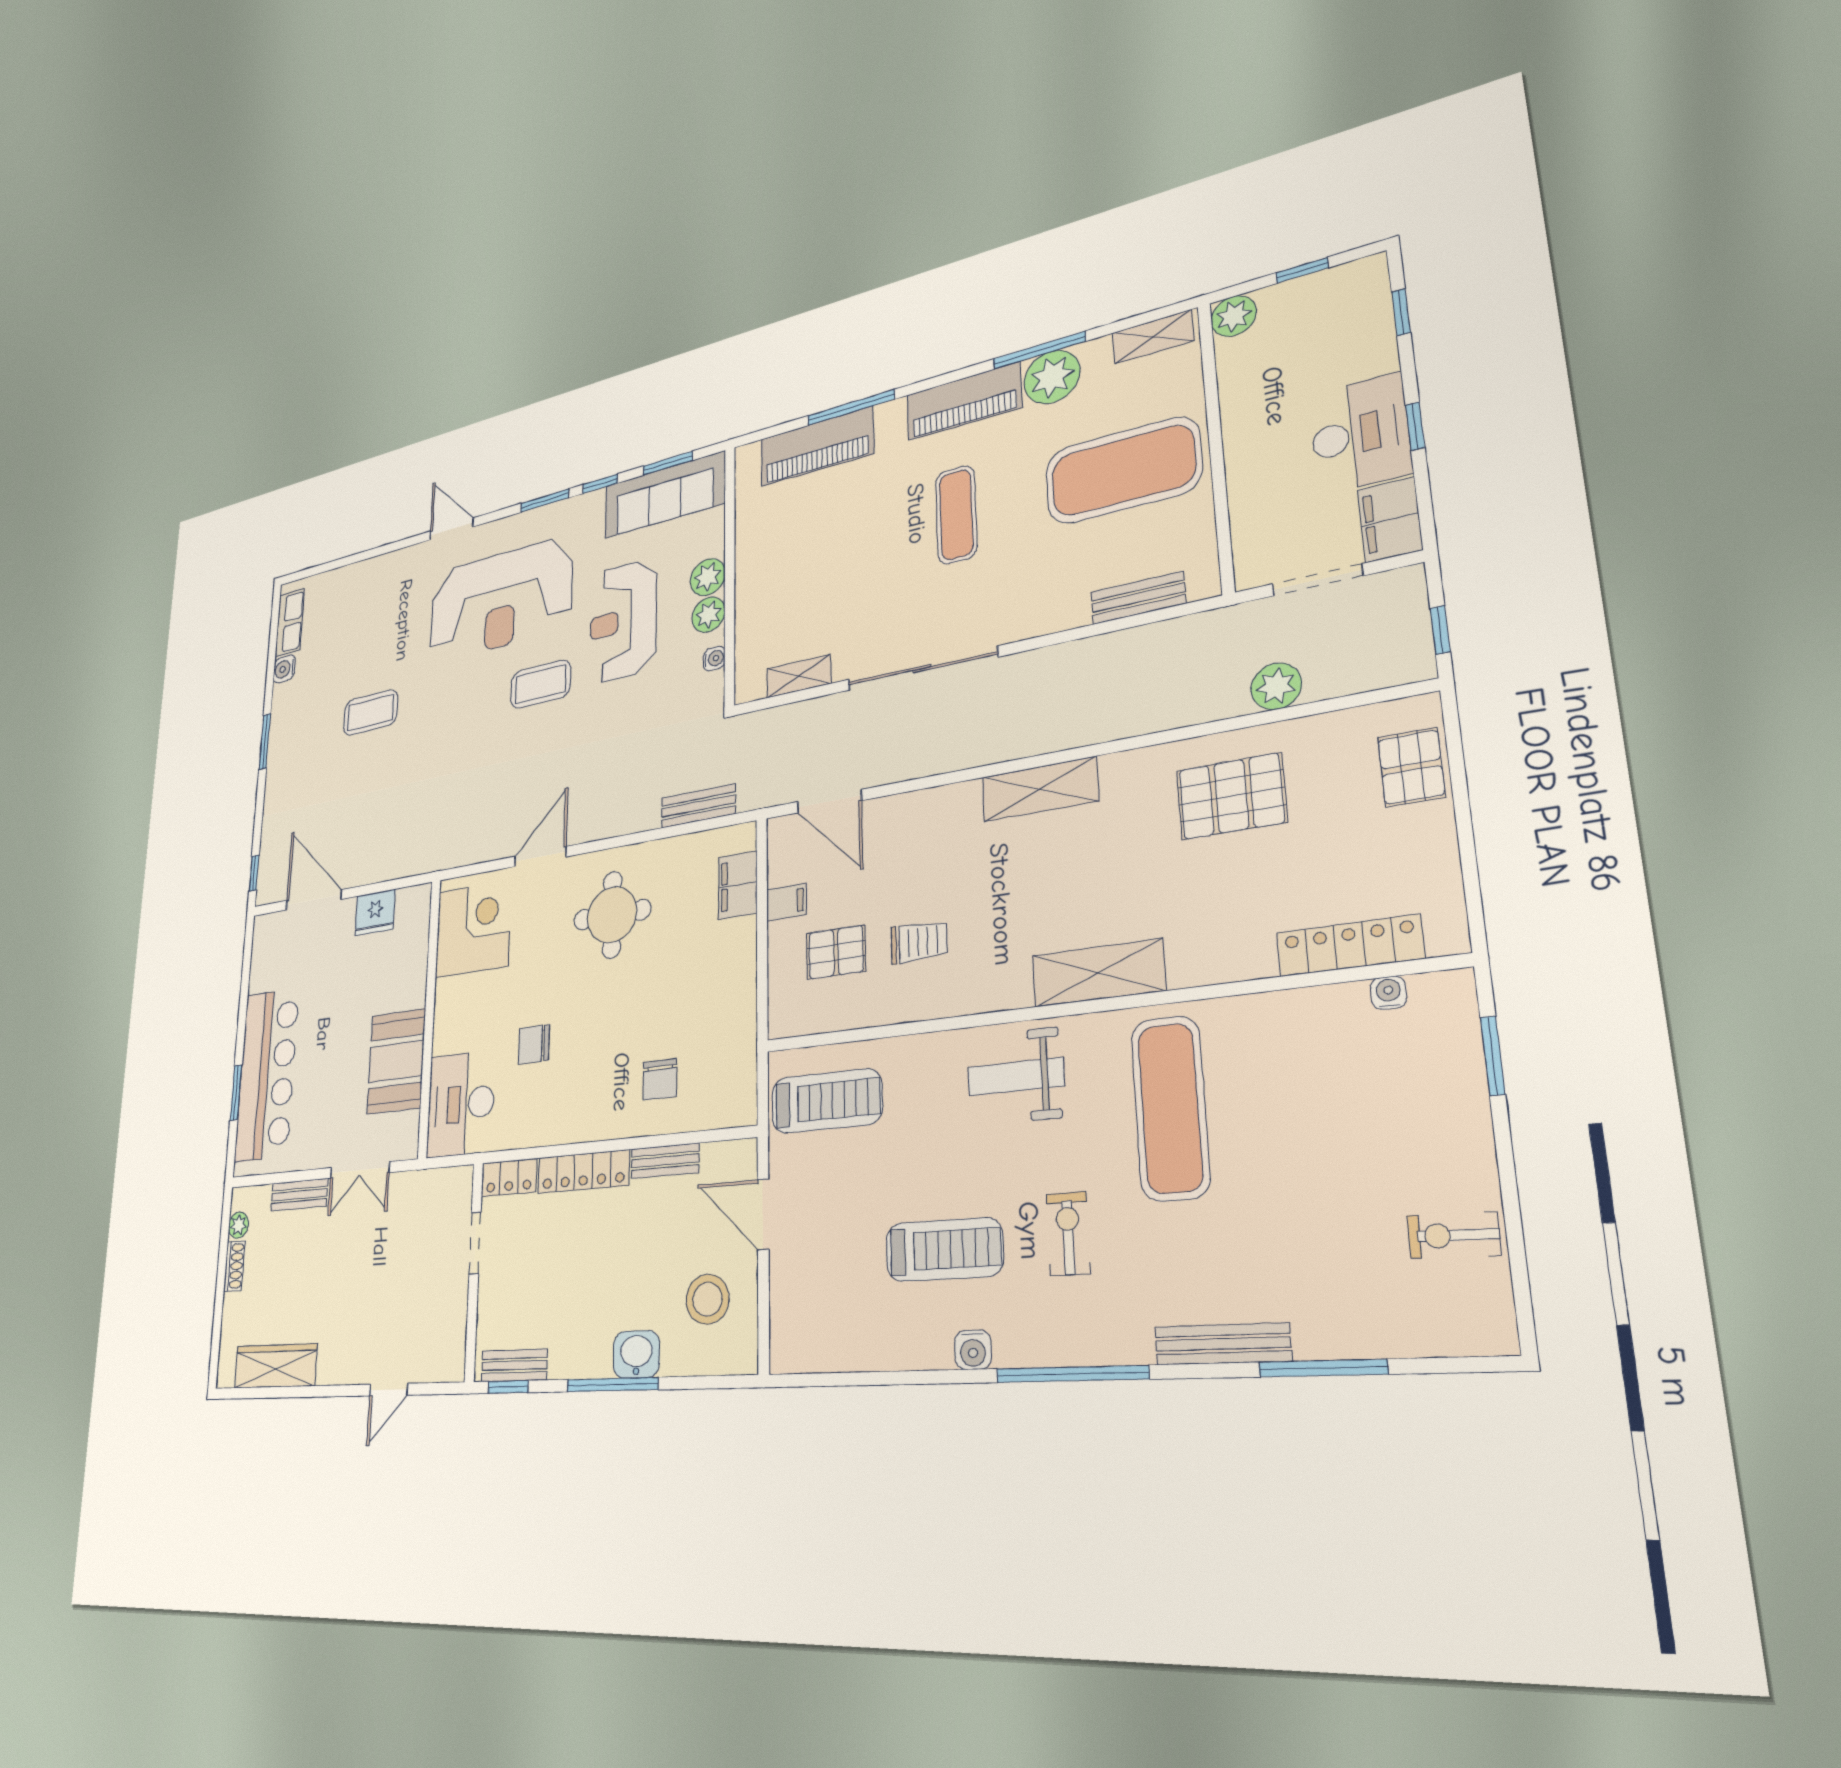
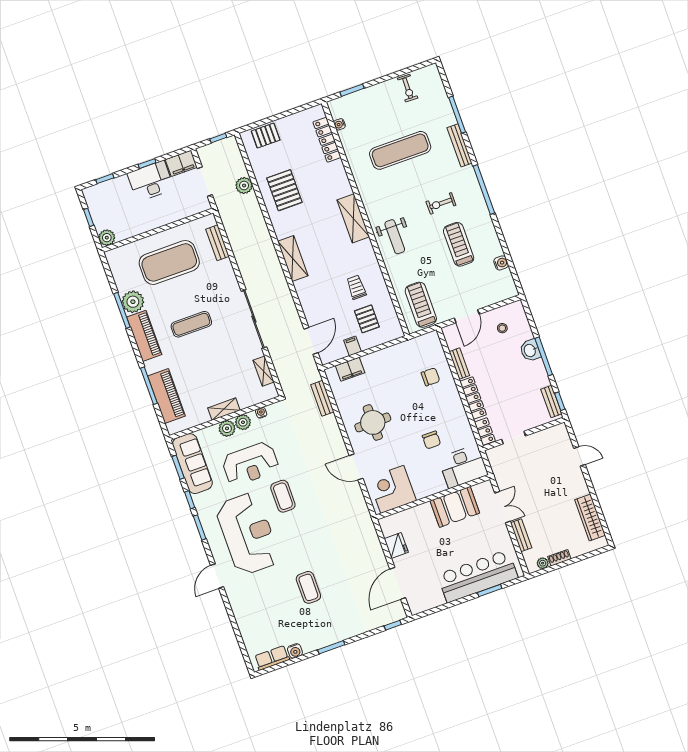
shelving: (1153, 337) -> (224, 409), moved, turned 90
exercise mat: (1123, 471) -> (169, 262), turned 90
exercise mat: (1170, 1108) -> (400, 150), moved
stool: (707, 1299) -> (502, 328), width x0.53, depth x0.53
water cooler: (973, 1350) -> (501, 263), moved

